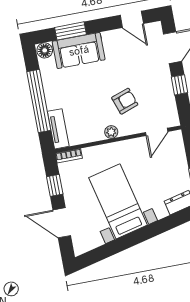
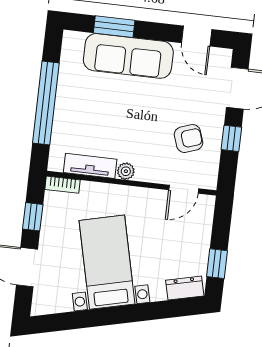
floor lamp: (45, 50) -> (73, 41), removed
sofa: (79, 51) -> (128, 56), width x1.36
armchair: (125, 101) -> (189, 139), moved
tv unit: (58, 129) -> (90, 166), moved, turned -90

